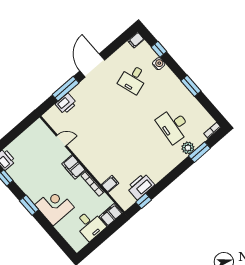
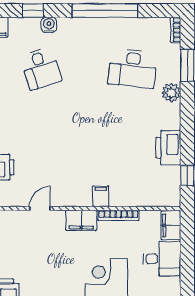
window: (191, 86) -> (105, 11), width x2.11
plant: (188, 148) -> (171, 93), moved
filing cabinet: (110, 184) -> (101, 196), moved
printer: (141, 186) -> (168, 148), moved

